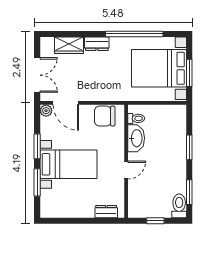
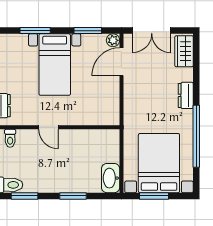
wardrobe: (69, 45) -> (184, 51), moved
chair: (105, 116) -> (107, 104), removed
toilet: (136, 118) -> (10, 138), moved
washbasin: (136, 138) -> (111, 178), moved, turned 90
window: (37, 146) -> (88, 31), moved

